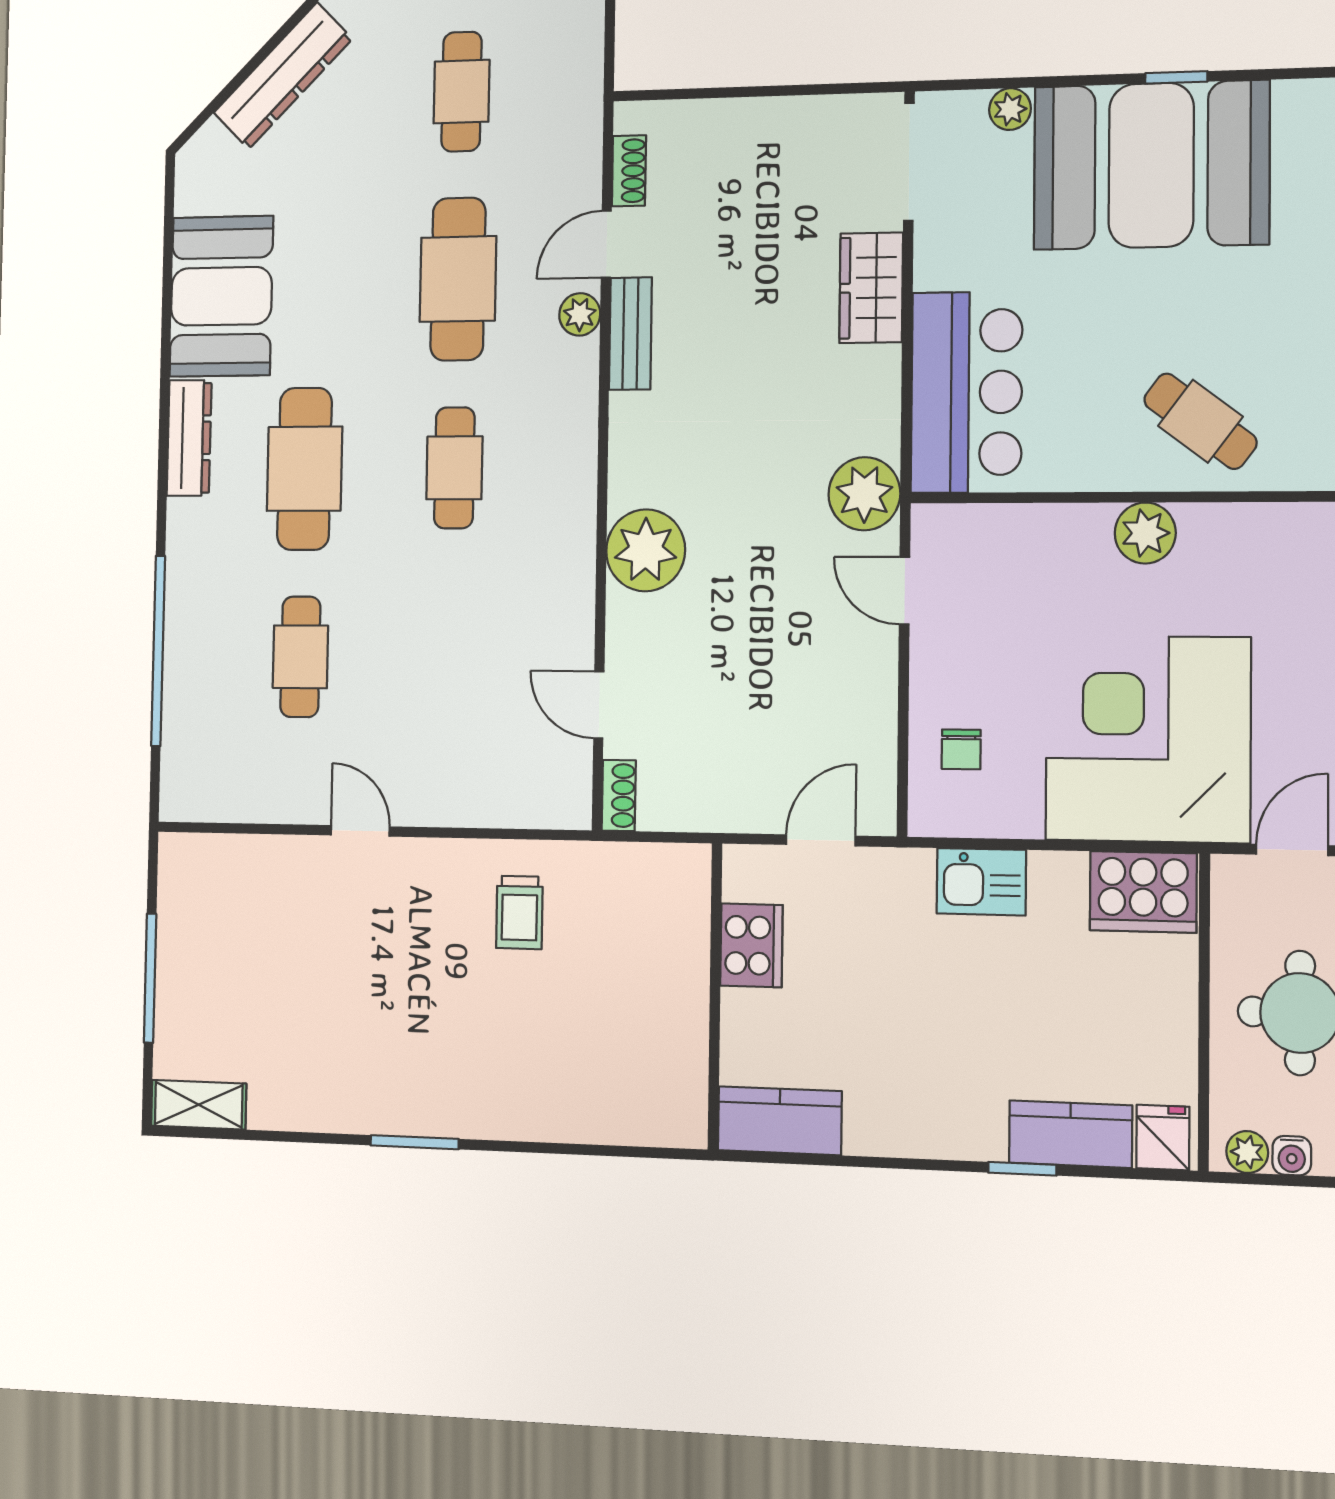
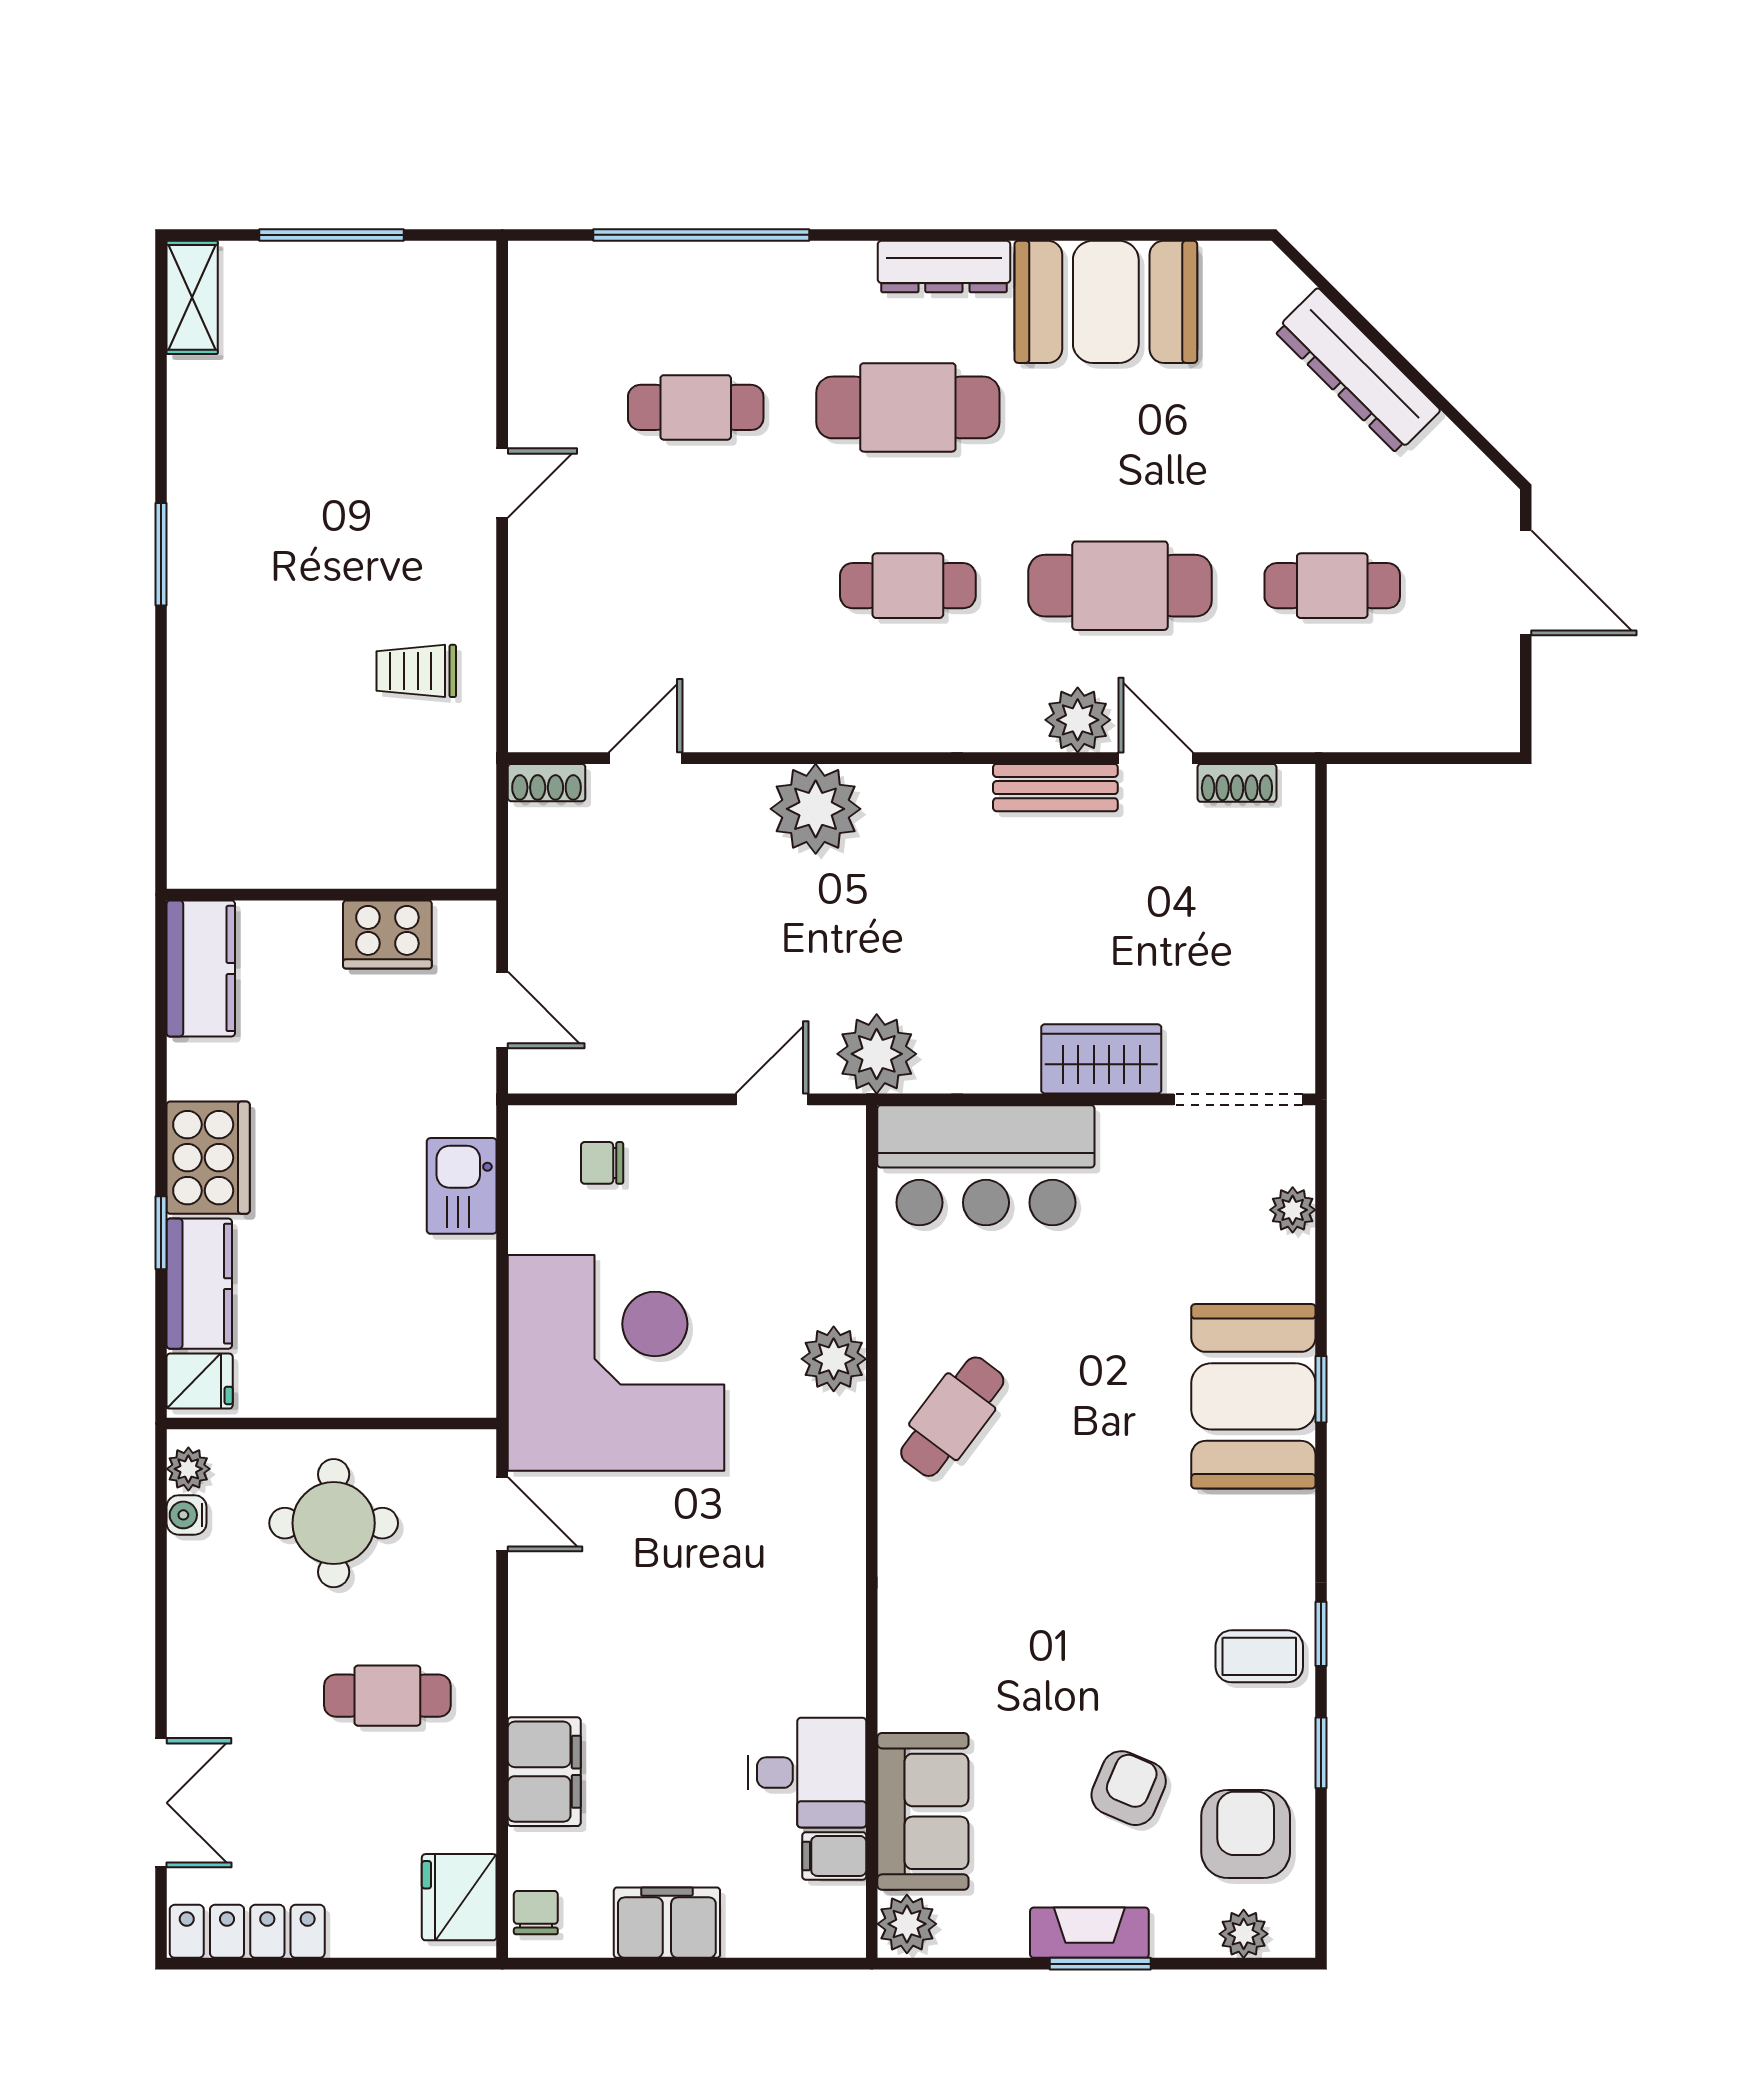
booth: (1151, 165) -> (1253, 1396), width x0.73, depth x0.70
plant: (580, 314) -> (1078, 720), width x1.38, depth x1.38
cooker: (1143, 892) -> (208, 1158), moved, turned 180

